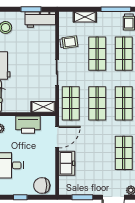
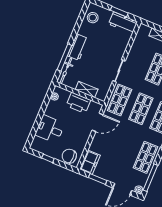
trolley: (69, 42) -> (138, 51), removed
shelving: (43, 107) -> (87, 90), moved
freezer: (67, 163) -> (90, 162), moved

